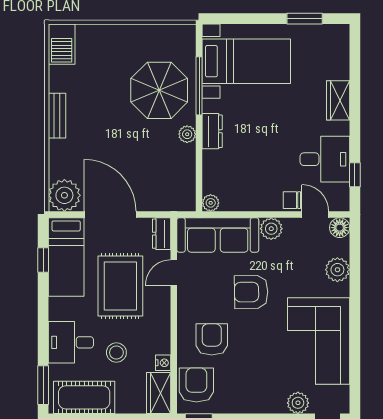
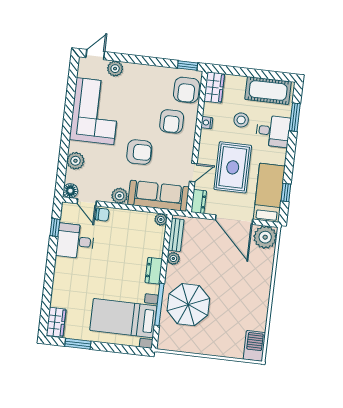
wardrobe: (338, 100) -> (56, 322), moved
bench: (57, 116) -> (176, 235), moved
plant: (187, 134) -> (173, 258), moved
nightstand: (163, 363) -> (207, 123), moved
window: (43, 385) -> (295, 117), moved

